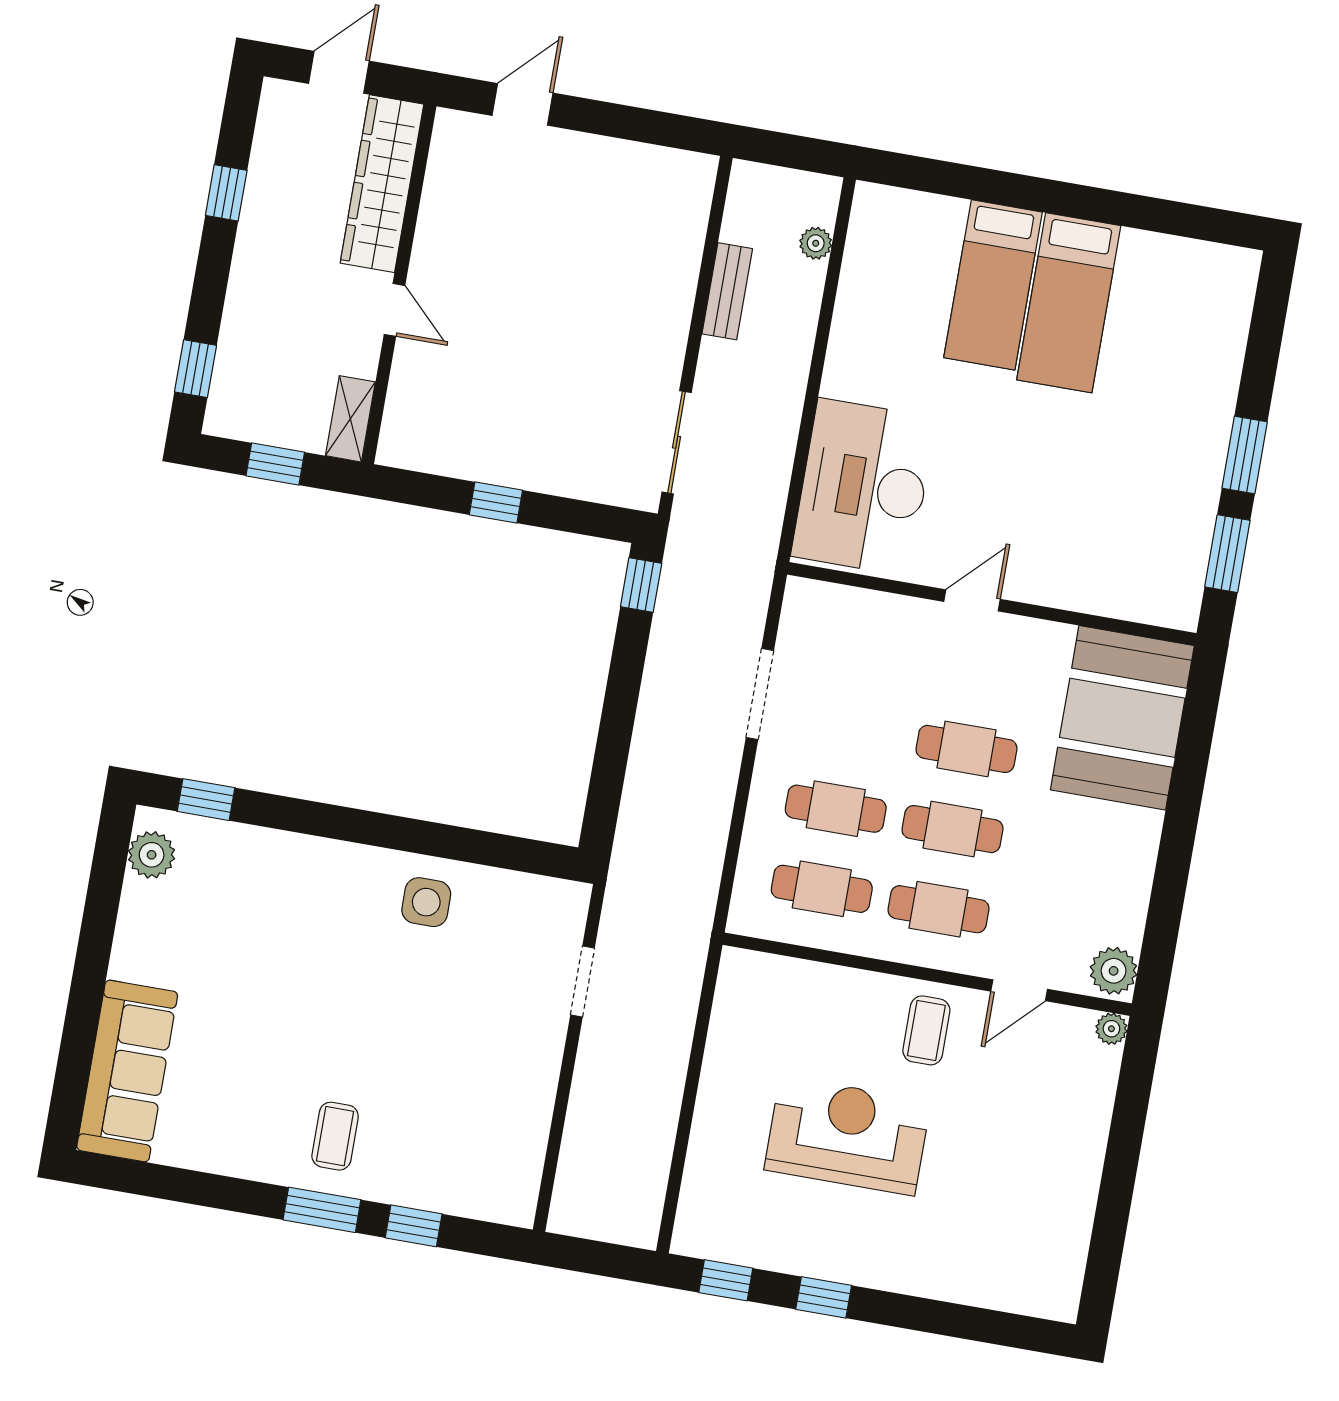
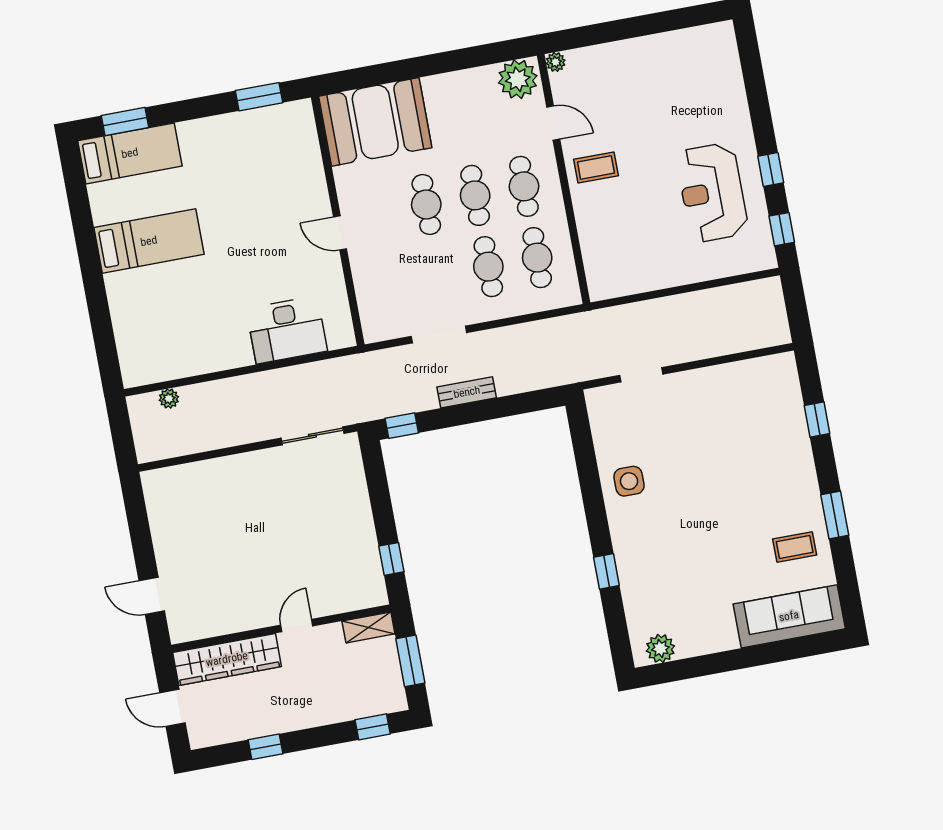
bed: (993, 285) -> (130, 153), moved
bench: (727, 291) -> (467, 392), moved
window: (1245, 455) -> (125, 122), moved
window: (275, 464) -> (410, 661), width x1.50
desk: (864, 487) -> (287, 330), width x0.73, depth x0.77
window: (496, 502) -> (391, 559), moved
window: (206, 800) -> (606, 571), moved
plant: (1114, 971) -> (518, 79), width x1.36, depth x1.36
coffee table: (335, 1136) -> (795, 547), moved
reception desk: (847, 1136) -> (712, 193), moved
window: (322, 1210) -> (835, 515), moved

